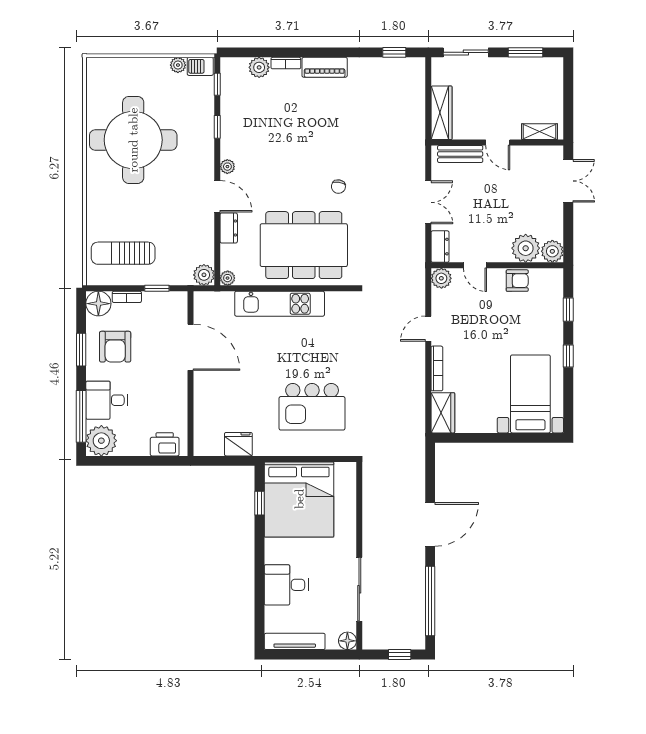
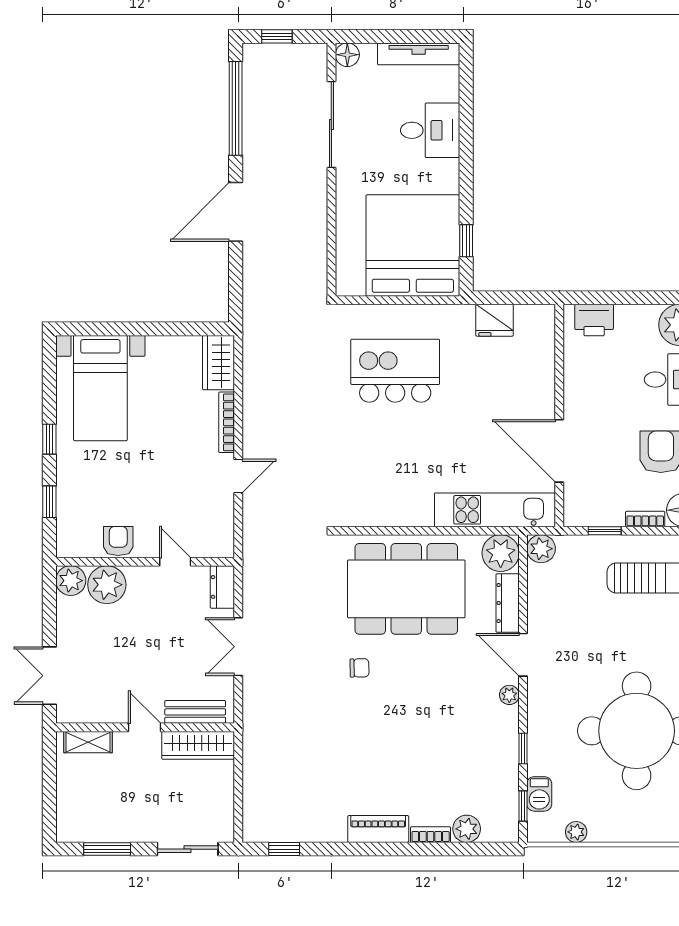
barbecue: (200, 66) -> (539, 794), moved, turned 90
wardrobe: (442, 113) -> (198, 745), moved, turned -90
chair: (338, 187) -> (360, 668), turned 79
dresser: (229, 228) -> (508, 603), width x1.44
plant: (228, 278) -> (501, 553), width x1.88, depth x1.88
plant: (441, 278) -> (221, 544), removed
armchair: (517, 281) -> (118, 541), turned 90
kitchen unit: (280, 304) -> (495, 510), moved

